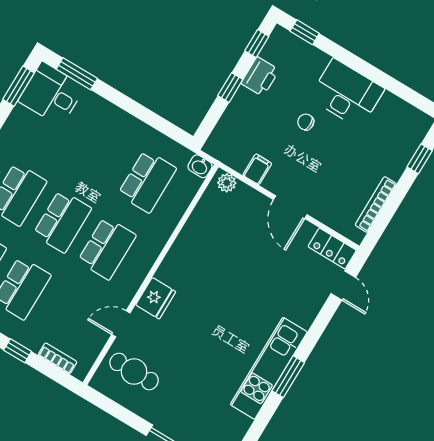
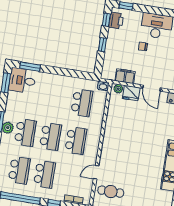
printer: (260, 77) -> (116, 21), moved
filing cabinet: (257, 169) -> (125, 76), width x2.00
fridge: (156, 298) -> (131, 93), moved, turned 90

